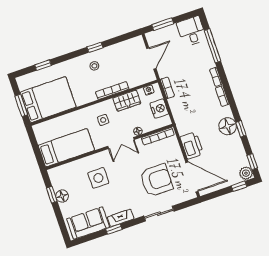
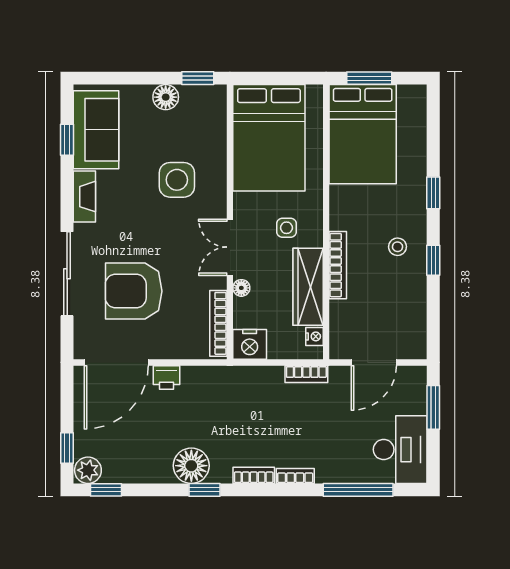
desk: (191, 31) -> (400, 450), width x1.37
door: (151, 59) -> (374, 362), hinge flipped
window: (43, 65) -> (433, 193), moved
wardrobe: (127, 101) -> (308, 287), width x1.50
nightstand: (159, 109) -> (250, 344), moved
window: (241, 129) -> (204, 490), moved
printer: (192, 145) -> (167, 377), width x0.53, depth x0.68
bed: (66, 148) -> (269, 138), width x1.50
armchair: (156, 180) -> (134, 291), turned 90
window: (52, 195) -> (198, 78), moved
sliding door: (159, 214) -> (67, 274), width x1.37
window: (114, 229) -> (67, 140), moved

